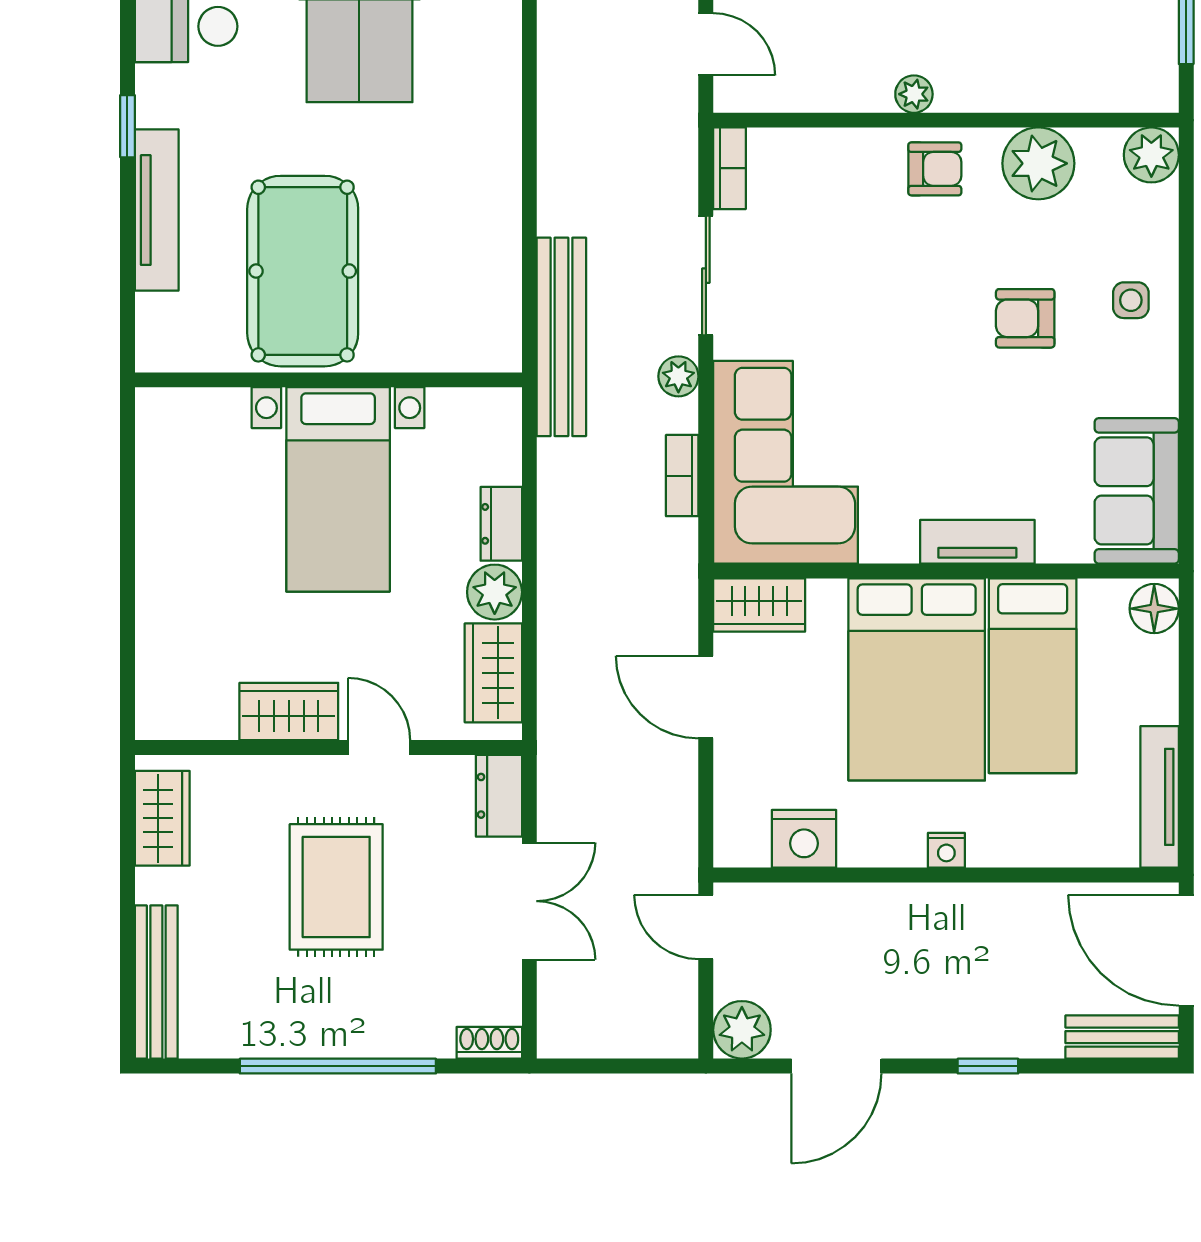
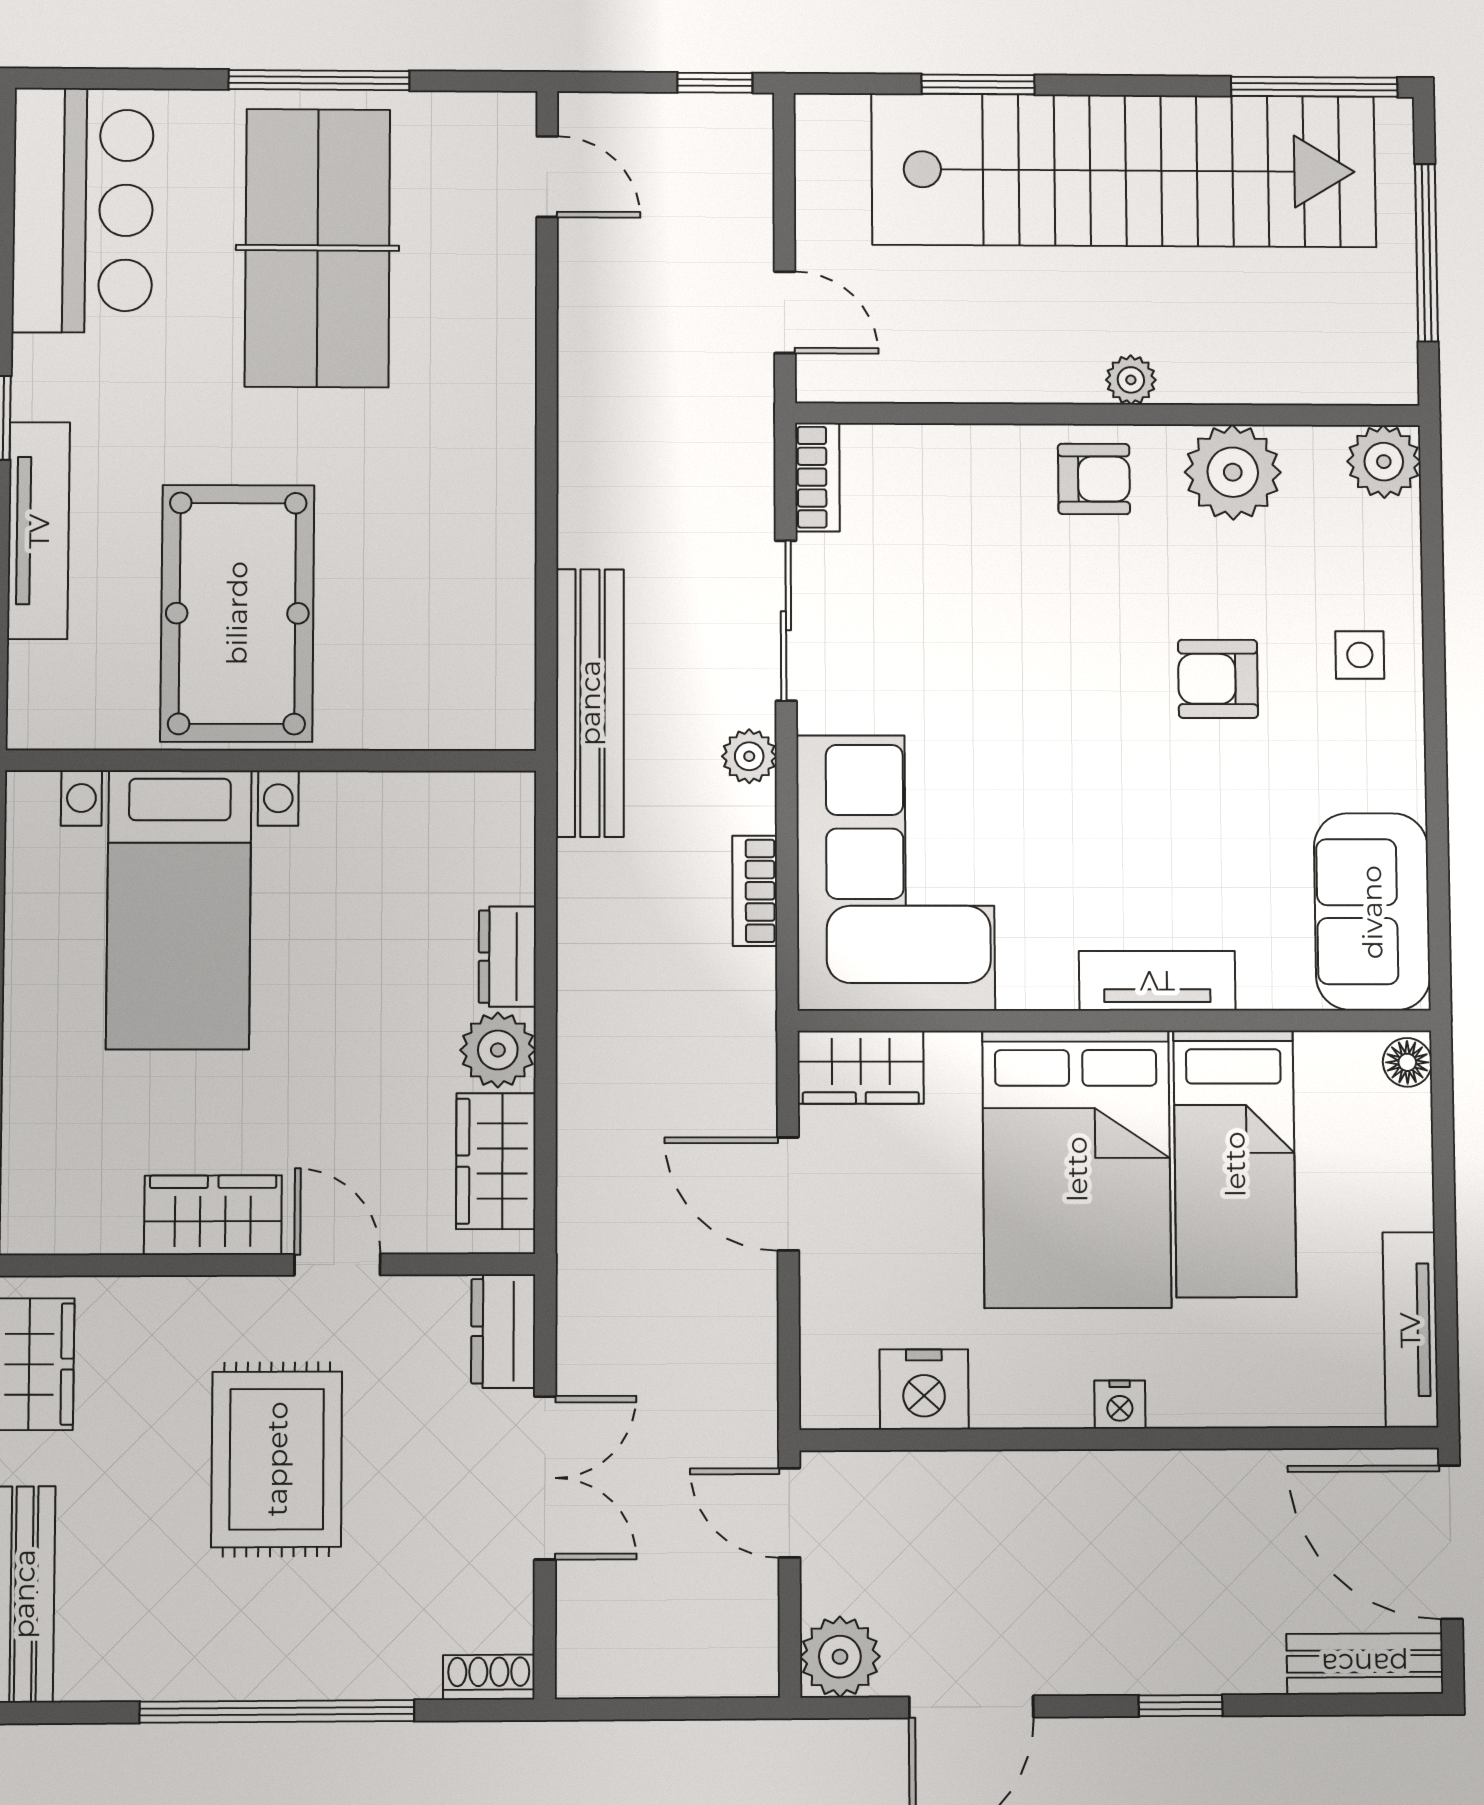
plant: (914, 94) -> (1131, 380), moved
bed with nightstands: (338, 489) -> (179, 910), moved
floor lamp: (1154, 609) -> (1407, 1062), width x0.73, depth x0.73

